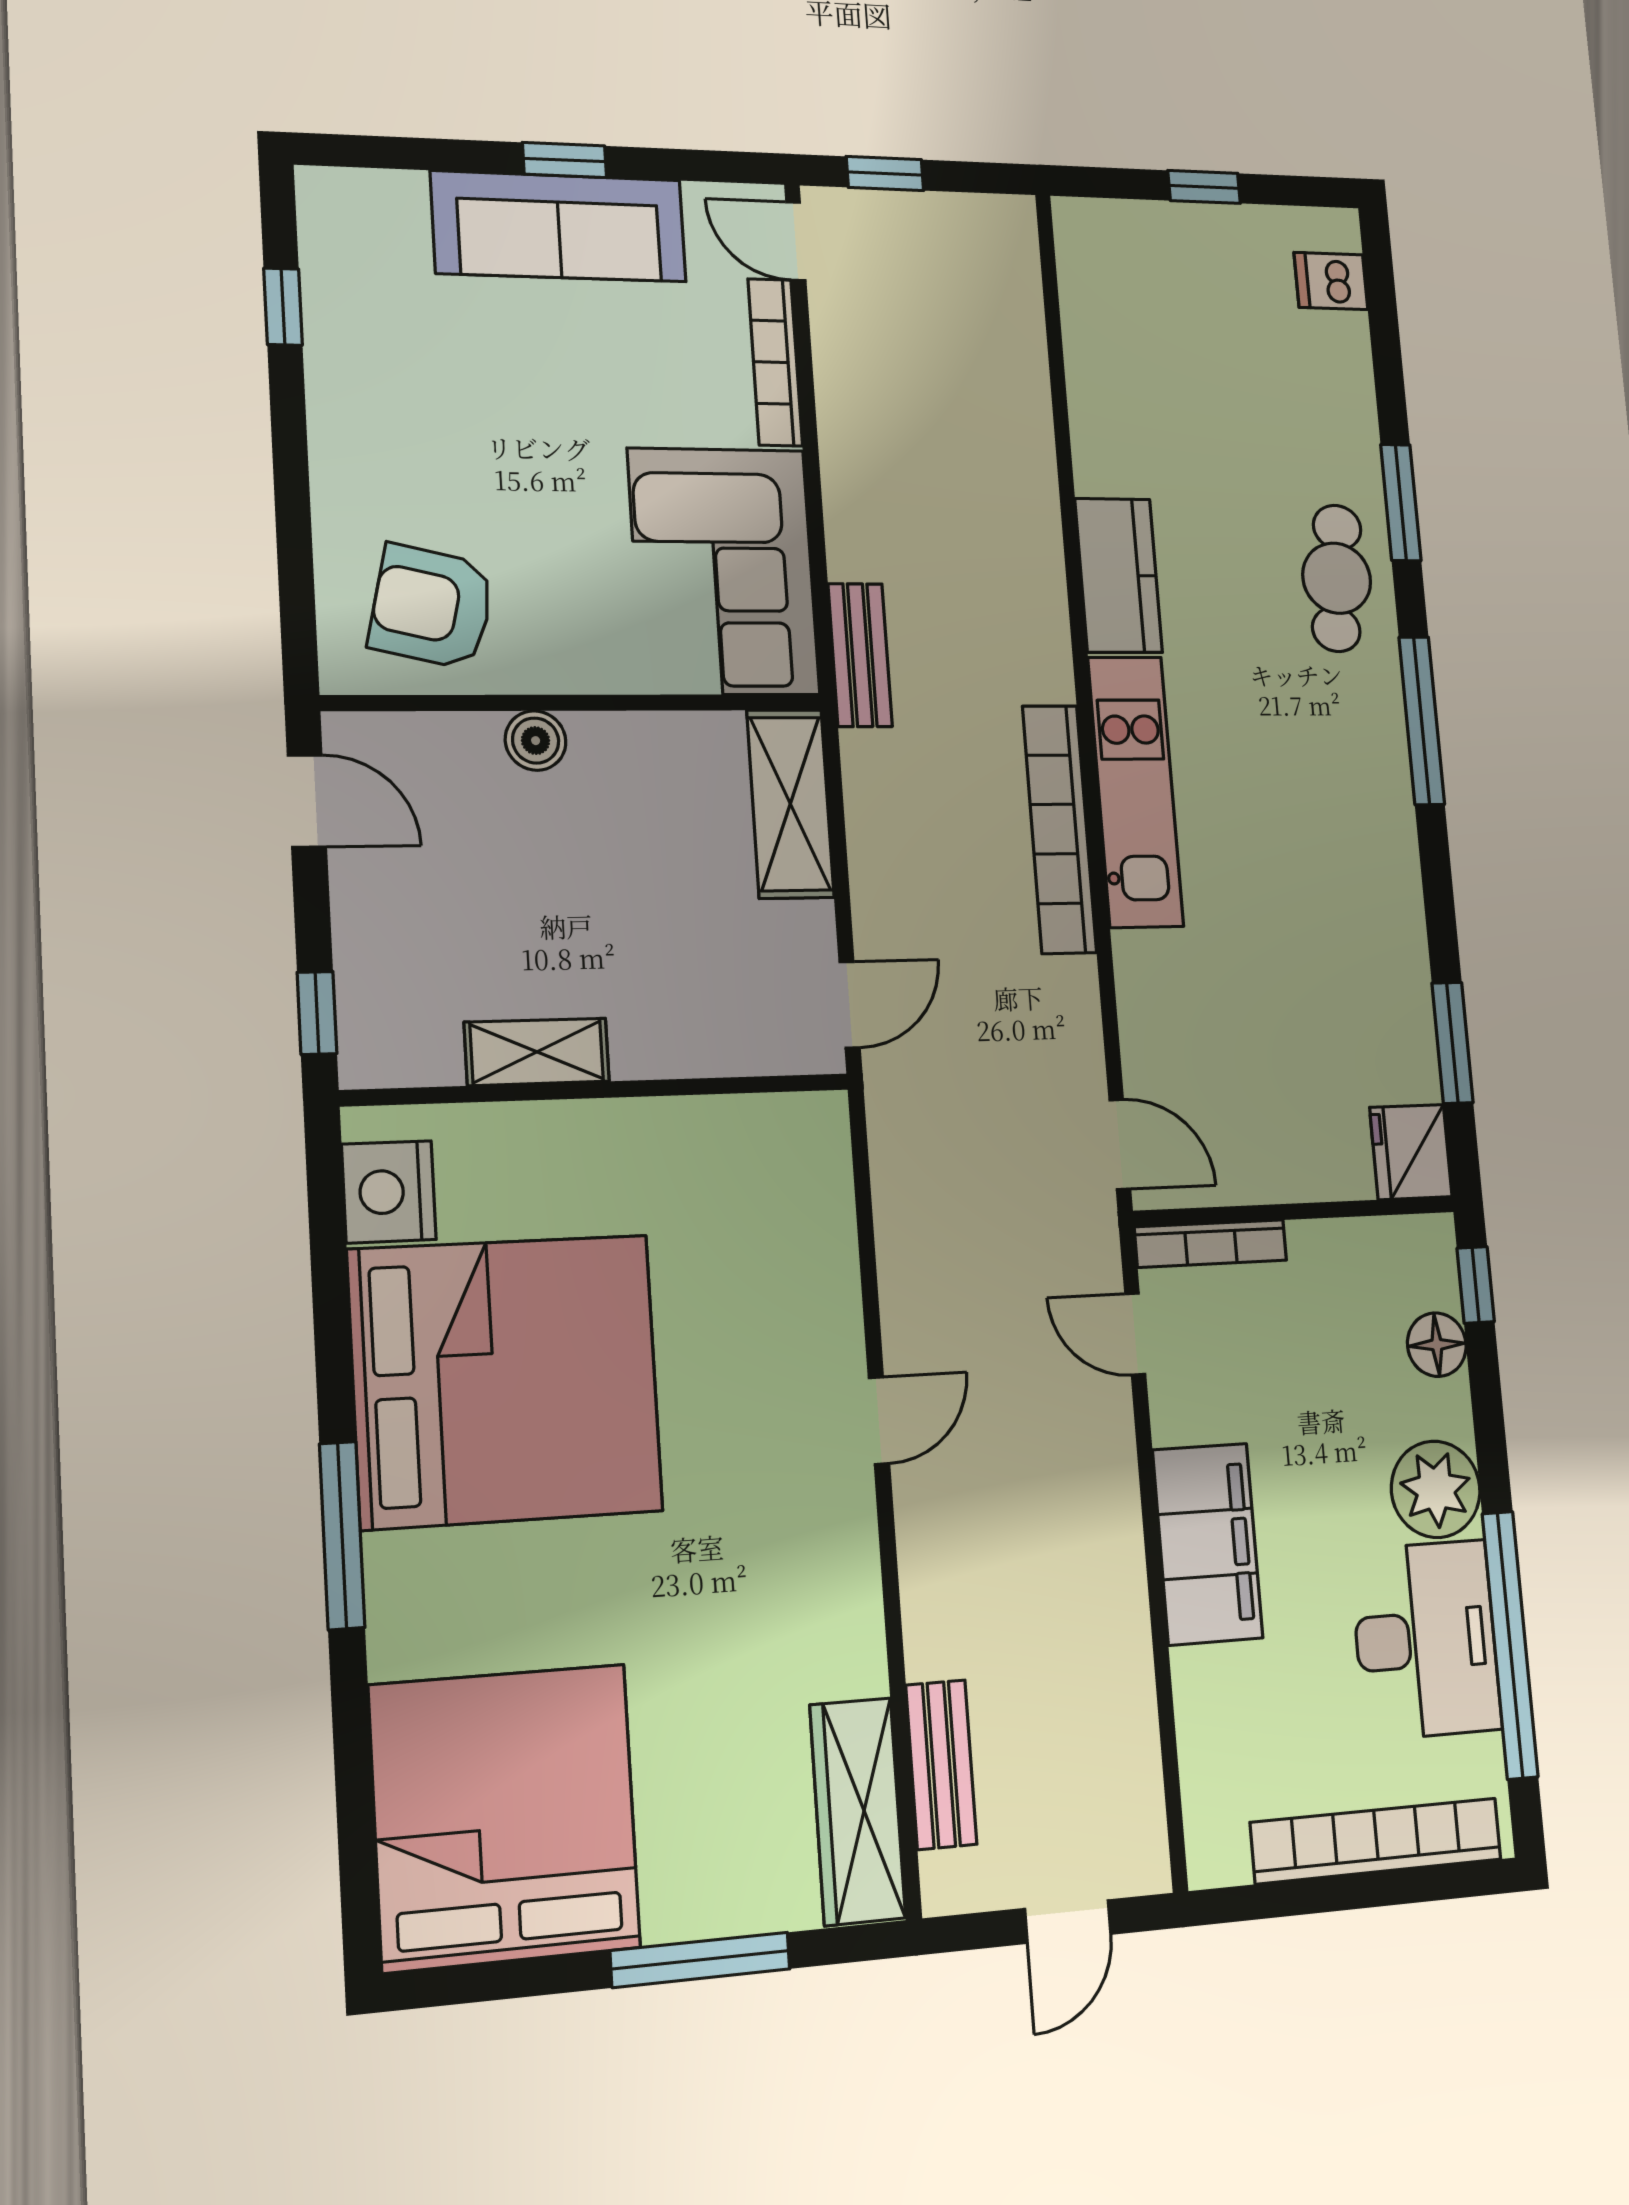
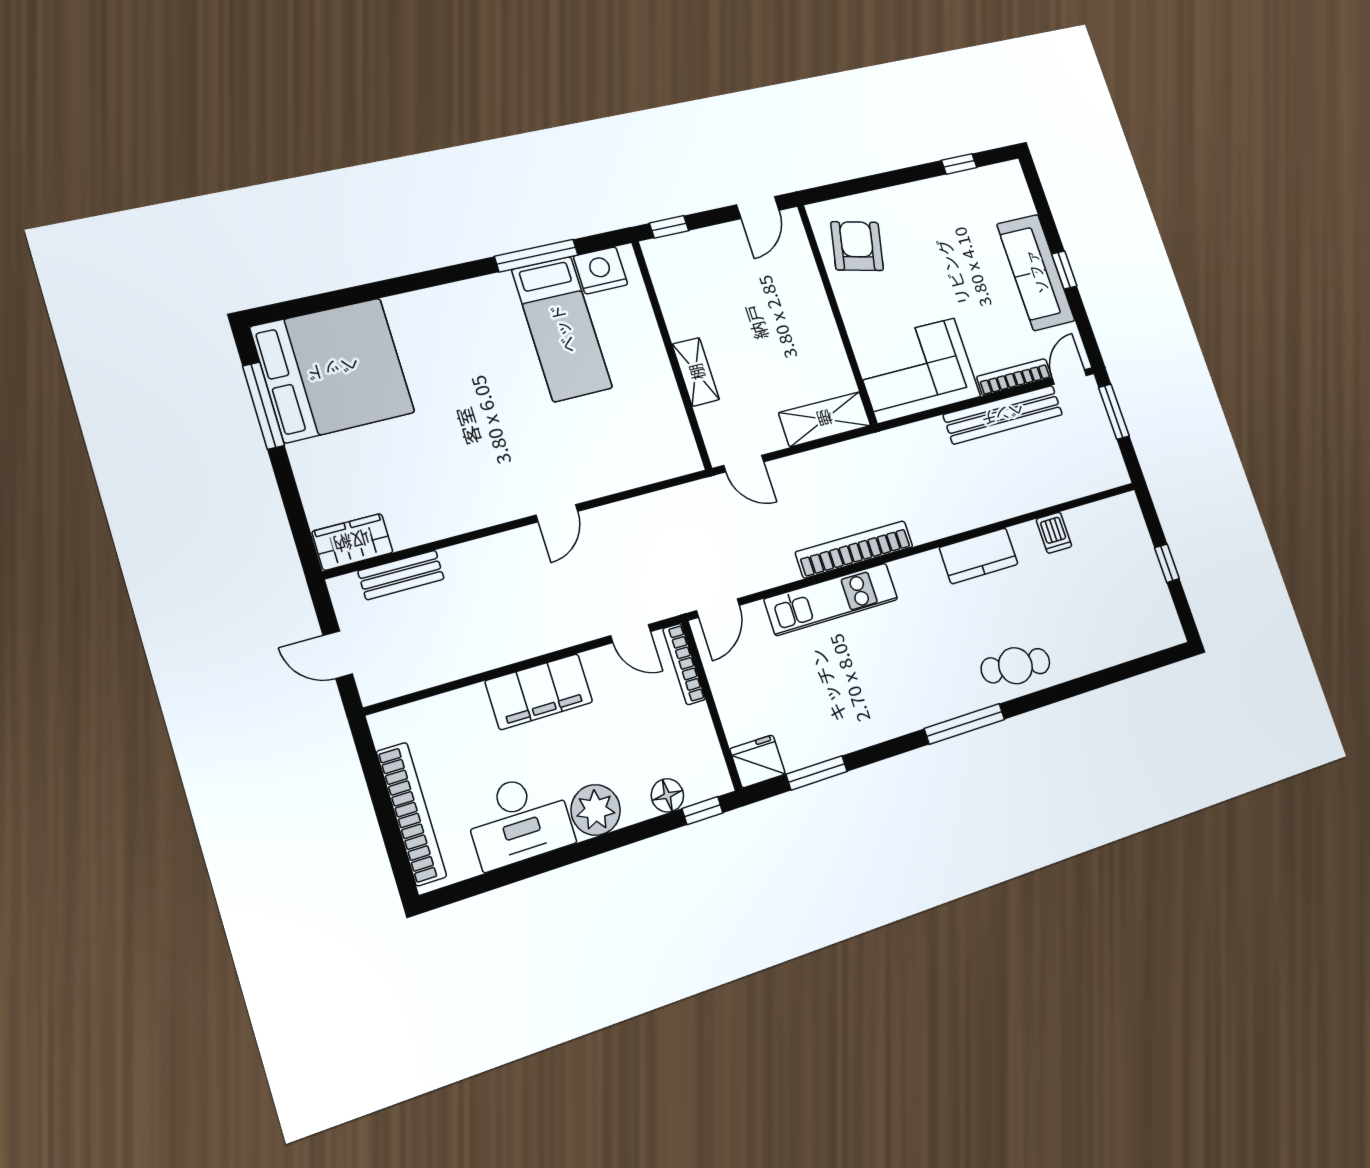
window: (885, 173) -> (1114, 412), width x1.50
dishwasher: (1331, 281) -> (1054, 533), moved, turned 180
window: (1401, 503) -> (1062, 692), removed
bench: (860, 655) -> (1003, 415), moved, width x1.86, depth x1.21
boiler: (536, 741) -> (815, 300), removed
kitchen unit: (1136, 791) -> (831, 599), moved
shelving: (537, 1052) -> (696, 372), moved
door: (1135, 1334) -> (631, 634), swing flipped
bed: (506, 1381) -> (562, 329), width x0.49
door: (879, 1421) -> (557, 513), hinge flipped
window: (342, 1535) -> (536, 256), moved
window: (1510, 1645) -> (527, 869), removed
wardrobe: (858, 1811) -> (352, 542), width x0.67
window: (700, 1960) -> (263, 406), moved

